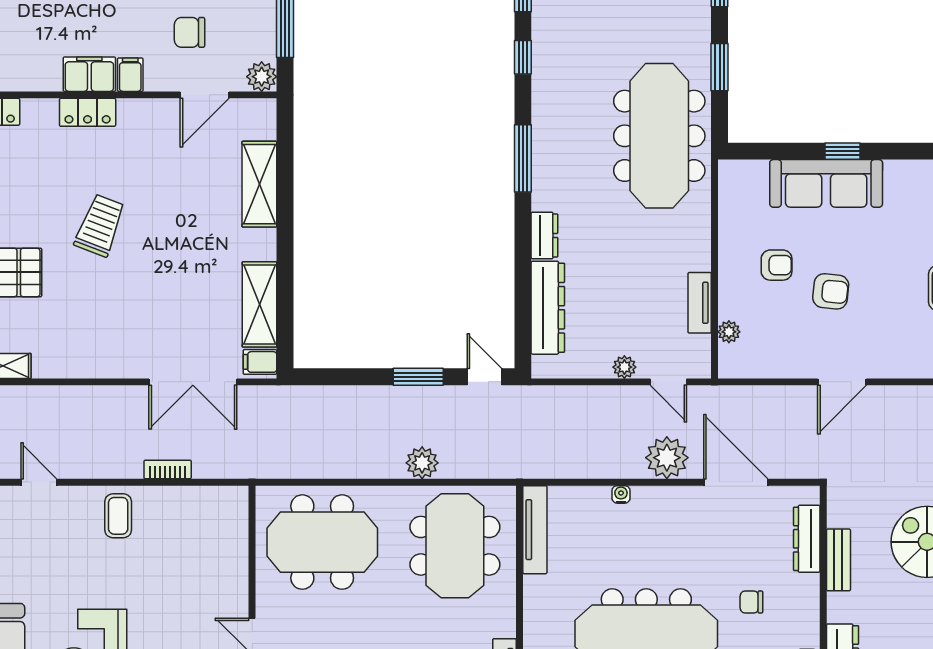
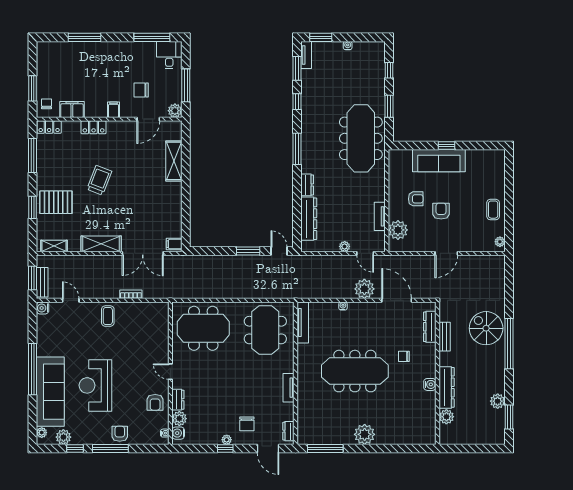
filing cabinet: (89, 74) -> (72, 110), moved
armchair: (831, 291) -> (441, 211), turned -96
shelving: (259, 304) -> (101, 244), moved, turned 90
plant: (729, 332) -> (398, 230), width x1.88, depth x1.88
plant: (422, 463) -> (250, 291), removed

